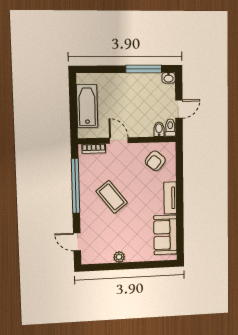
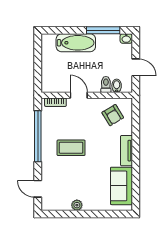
bathtub: (87, 106) -> (76, 43), moved, turned 90
door: (179, 109) -> (136, 67), hinge flipped
toilet: (170, 128) -> (106, 84), moved
armchair: (155, 161) -> (113, 115), turned -71
coffee table: (112, 197) -> (71, 148), turned -52

